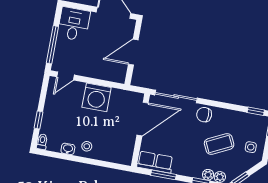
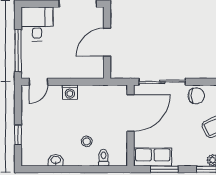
washing machine: (97, 97) -> (70, 92), width x0.53, depth x0.53
chair: (204, 115) -> (196, 96), turned 180
toilet: (42, 142) -> (104, 158), moved
stool: (87, 146) -> (87, 141), moved

